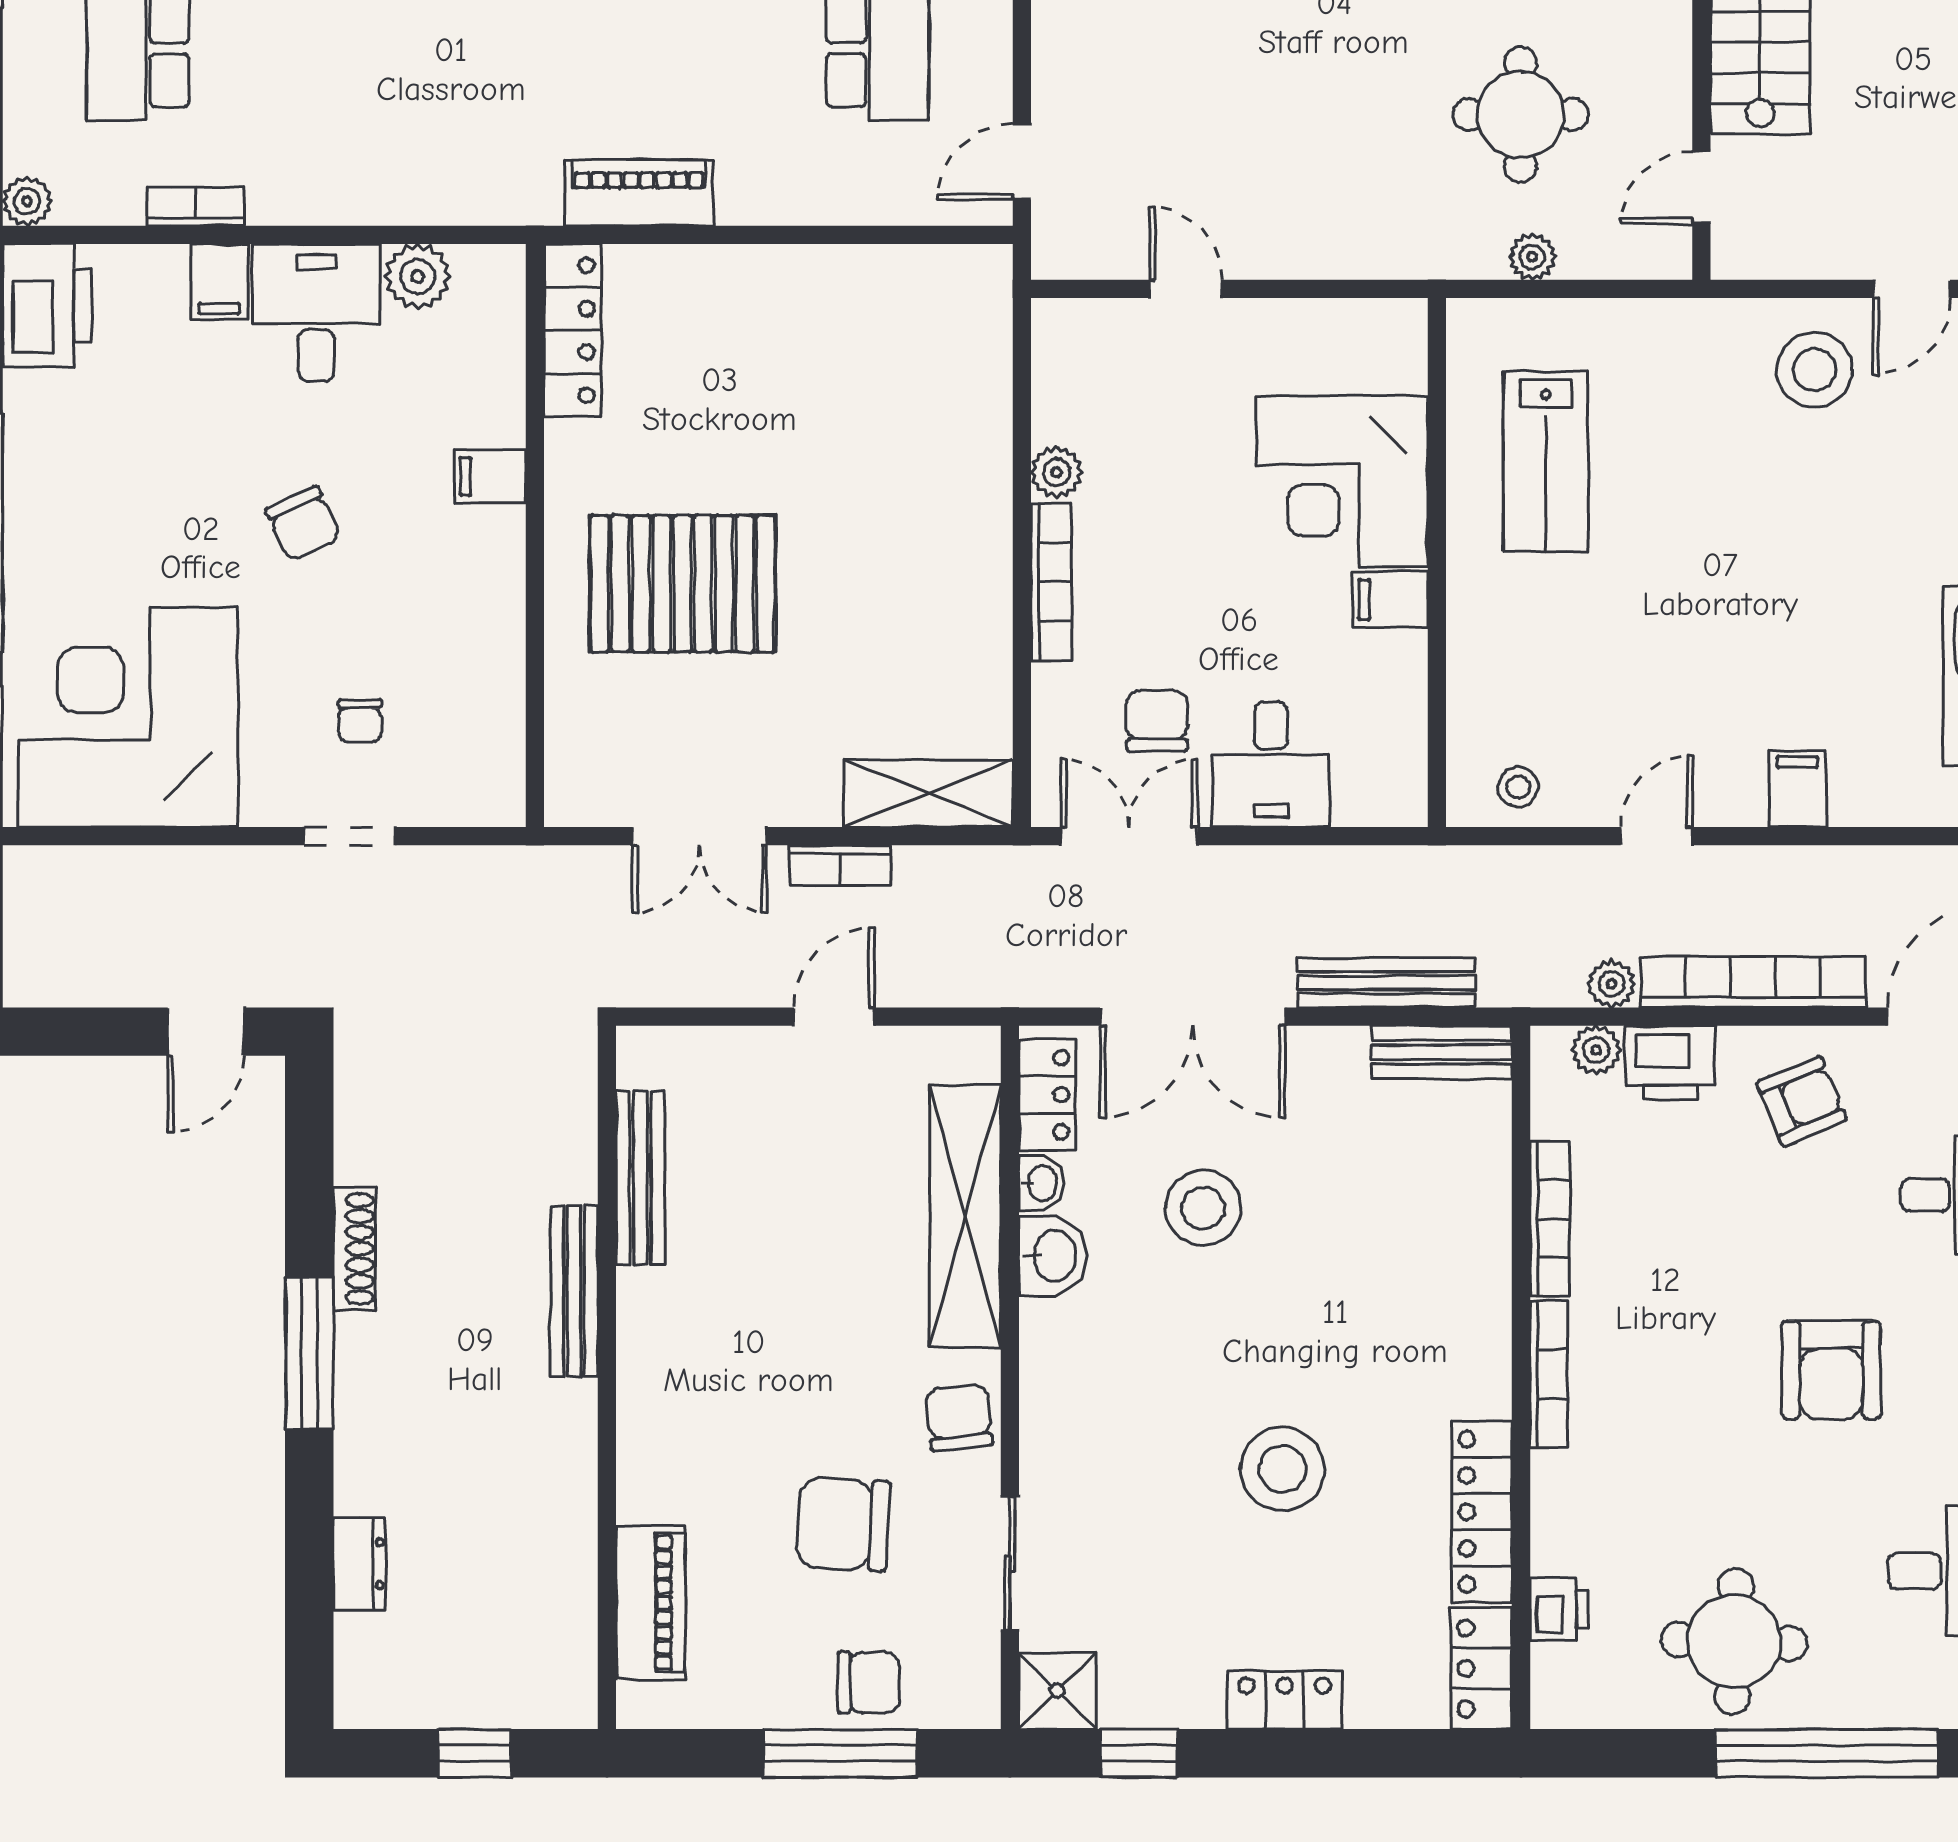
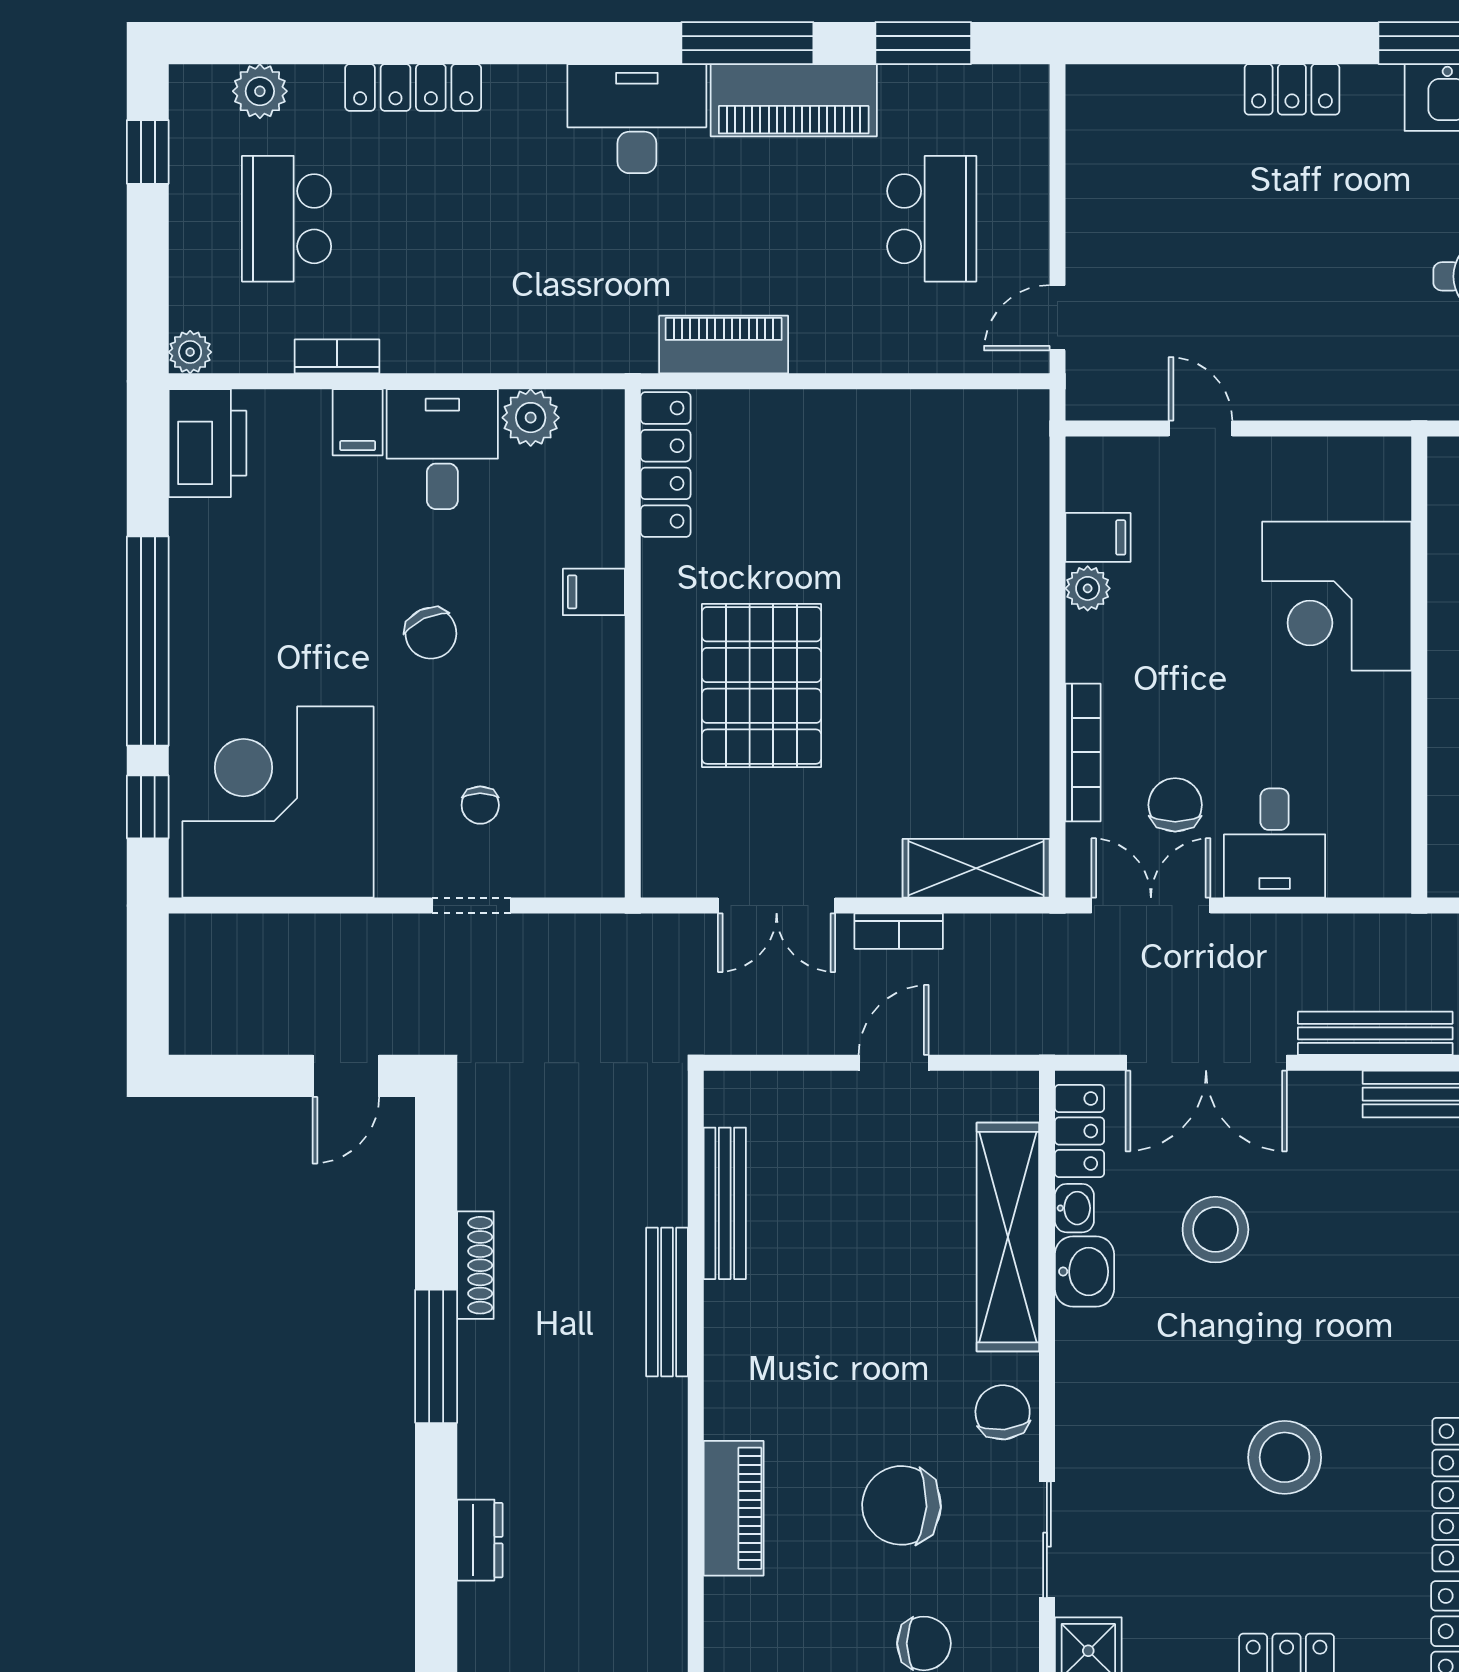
bookcase: (1051, 582) -> (1083, 752), moved
pallet: (683, 584) -> (762, 685), turned 90
filing cabinet: (1390, 600) -> (1098, 537), moved, turned 180
piano: (650, 1602) -> (734, 1508), moved

